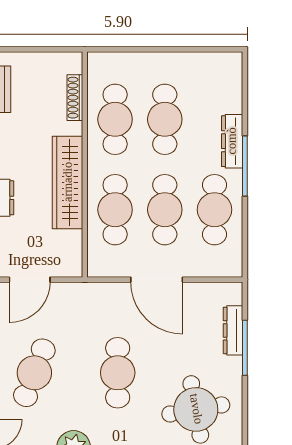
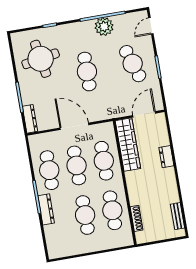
wardrobe: (68, 182) -> (128, 145), moved
dresser: (233, 330) -> (30, 119), moved
cafe table: (34, 373) -> (133, 64), turned -39

